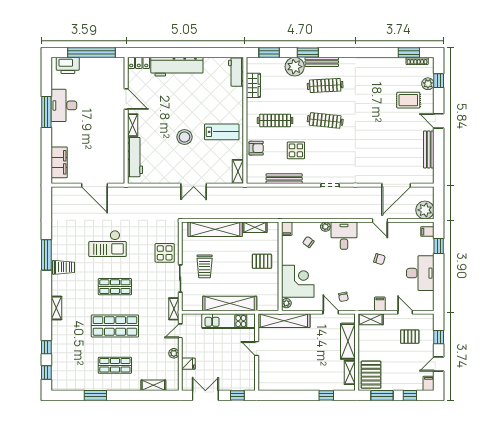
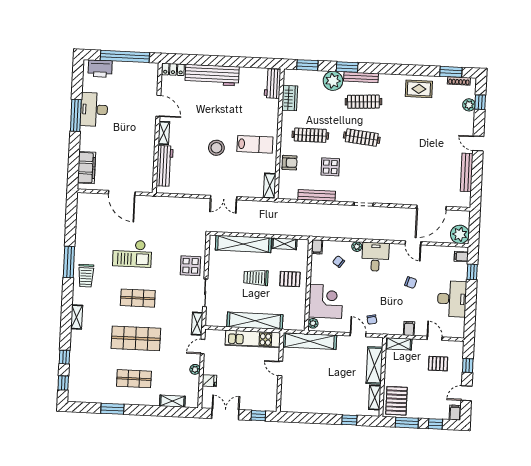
rug: (408, 100) -> (419, 89), moved
trolley: (205, 266) -> (256, 278), moved, turned 90
trolley: (64, 267) -> (86, 276), turned 90

